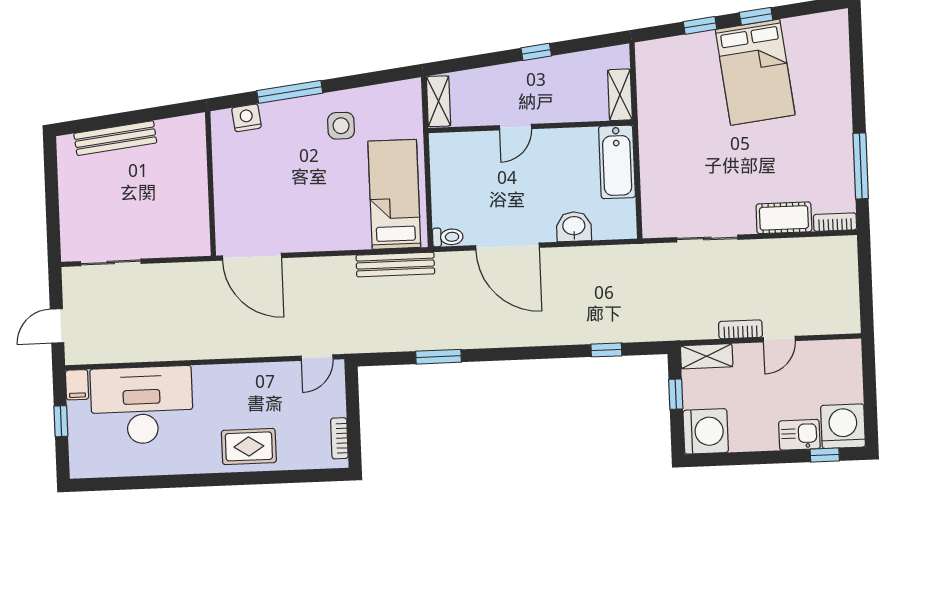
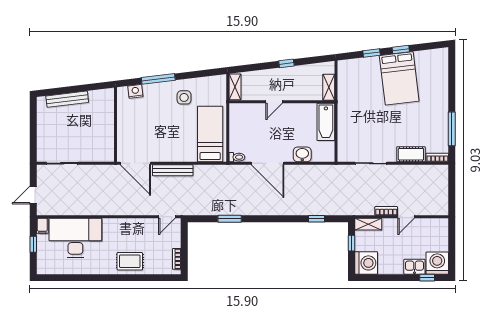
bench: (395, 264) -> (173, 170), moved

